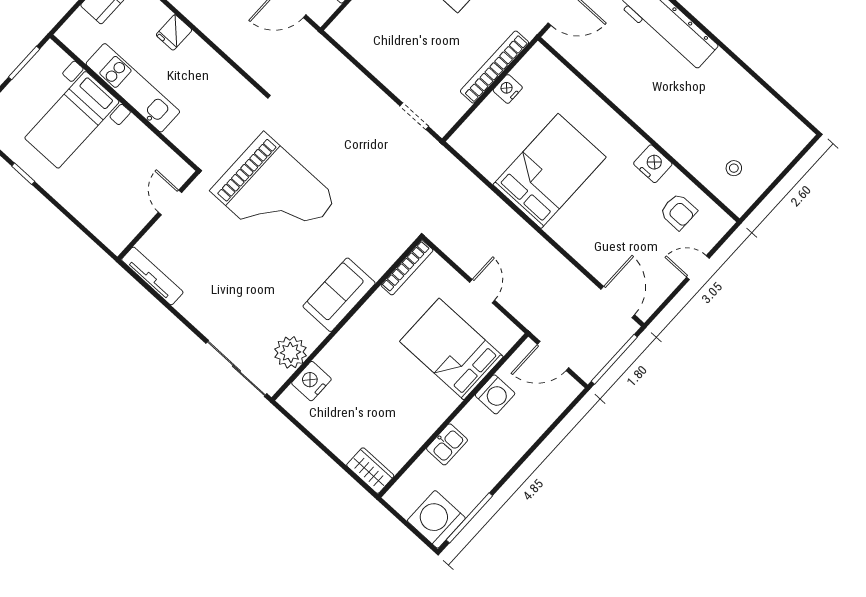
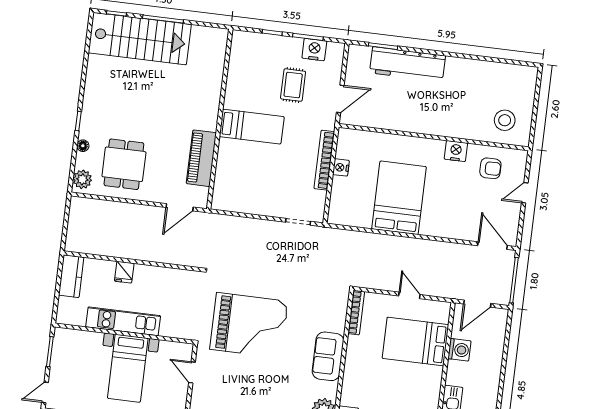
bed with nightstands: (72, 120) -> (128, 368), moved
stool: (734, 168) -> (505, 120), width x1.89, depth x1.89

